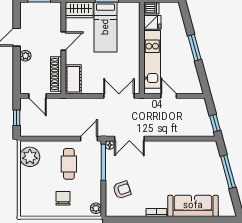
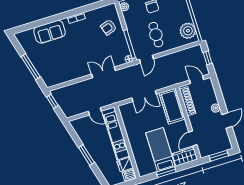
door: (63, 41) -> (193, 138), moved
cot: (73, 79) -> (172, 106), width x1.37, depth x1.34
double door: (119, 96) -> (144, 96), moved
double door: (129, 139) -> (103, 72), moved
sofa: (193, 206) -> (50, 32), width x0.73

